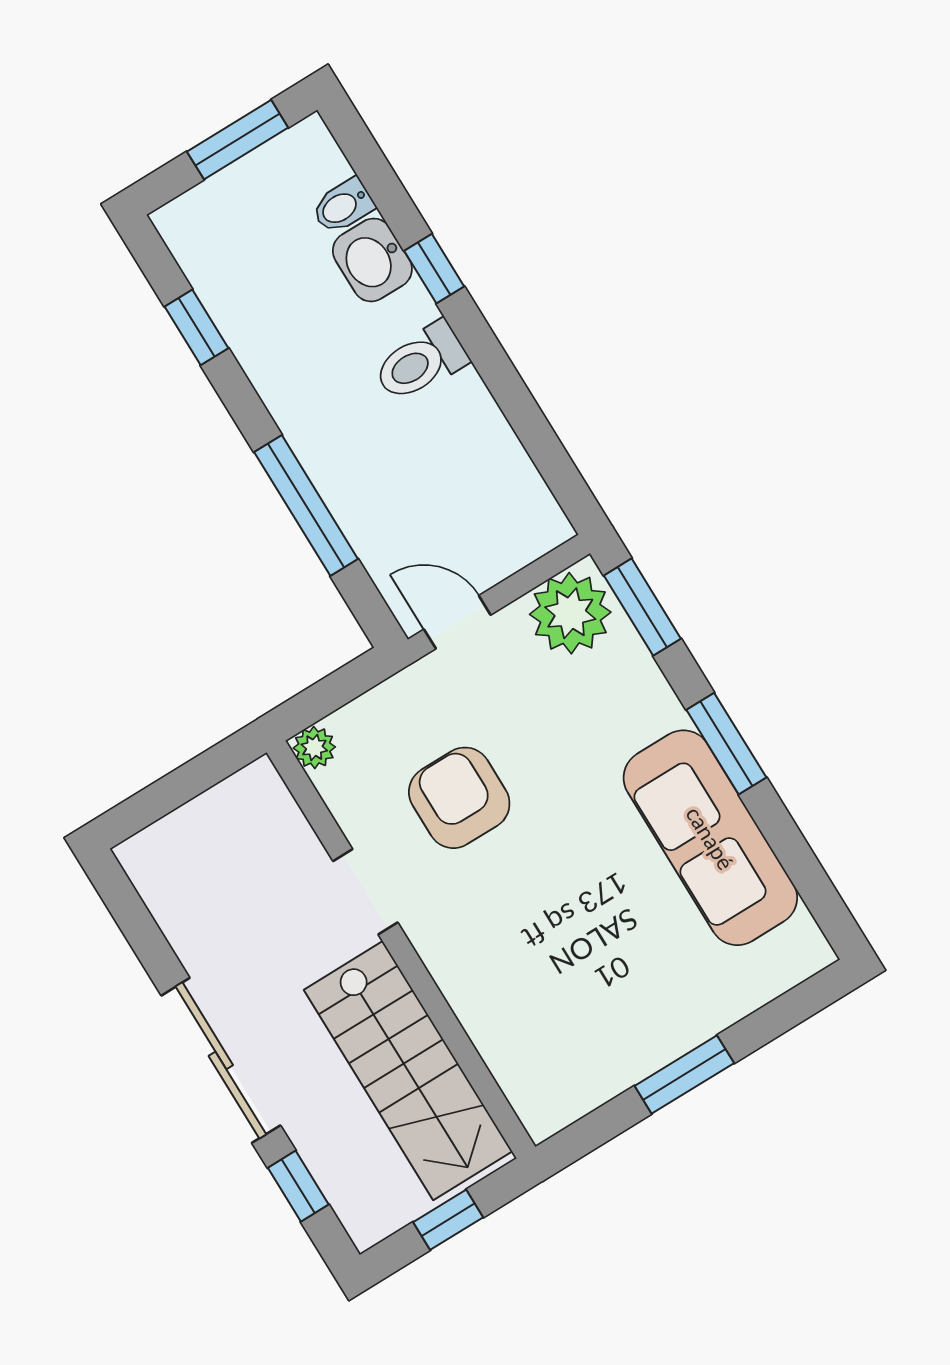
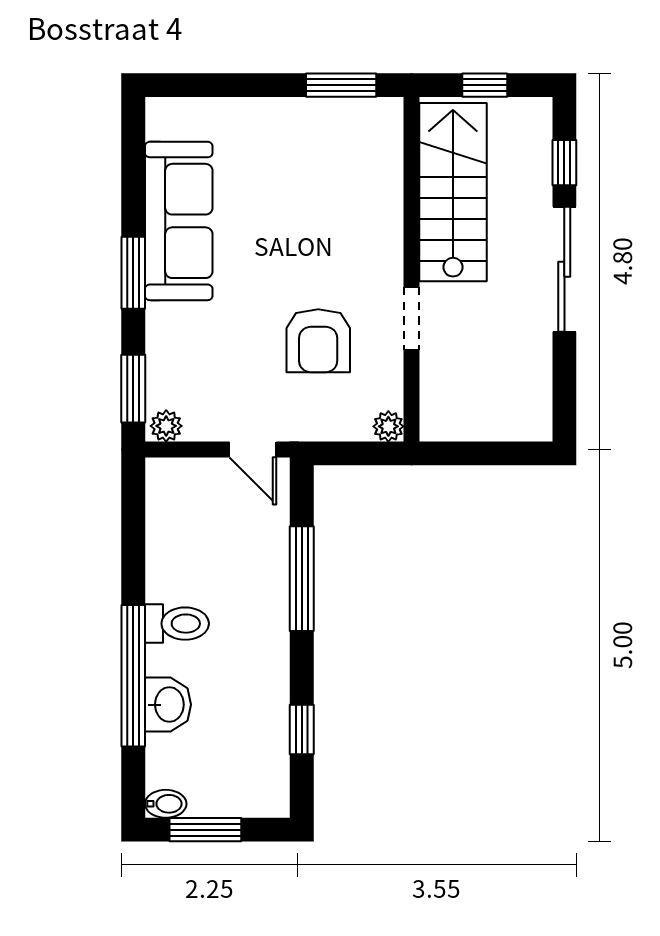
bidet: (343, 206) -> (166, 804), moved
window: (434, 269) -> (133, 676), width x3.17
plant: (570, 613) -> (166, 426), width x0.53, depth x0.53
window: (684, 1075) -> (341, 85), moved

